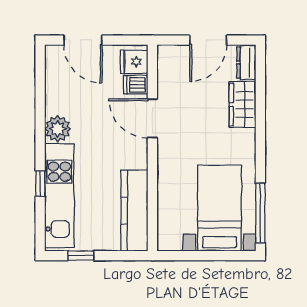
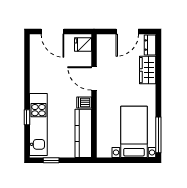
dishwasher: (136, 85) -> (84, 102), moved
plant: (58, 129) -> (37, 84), removed

